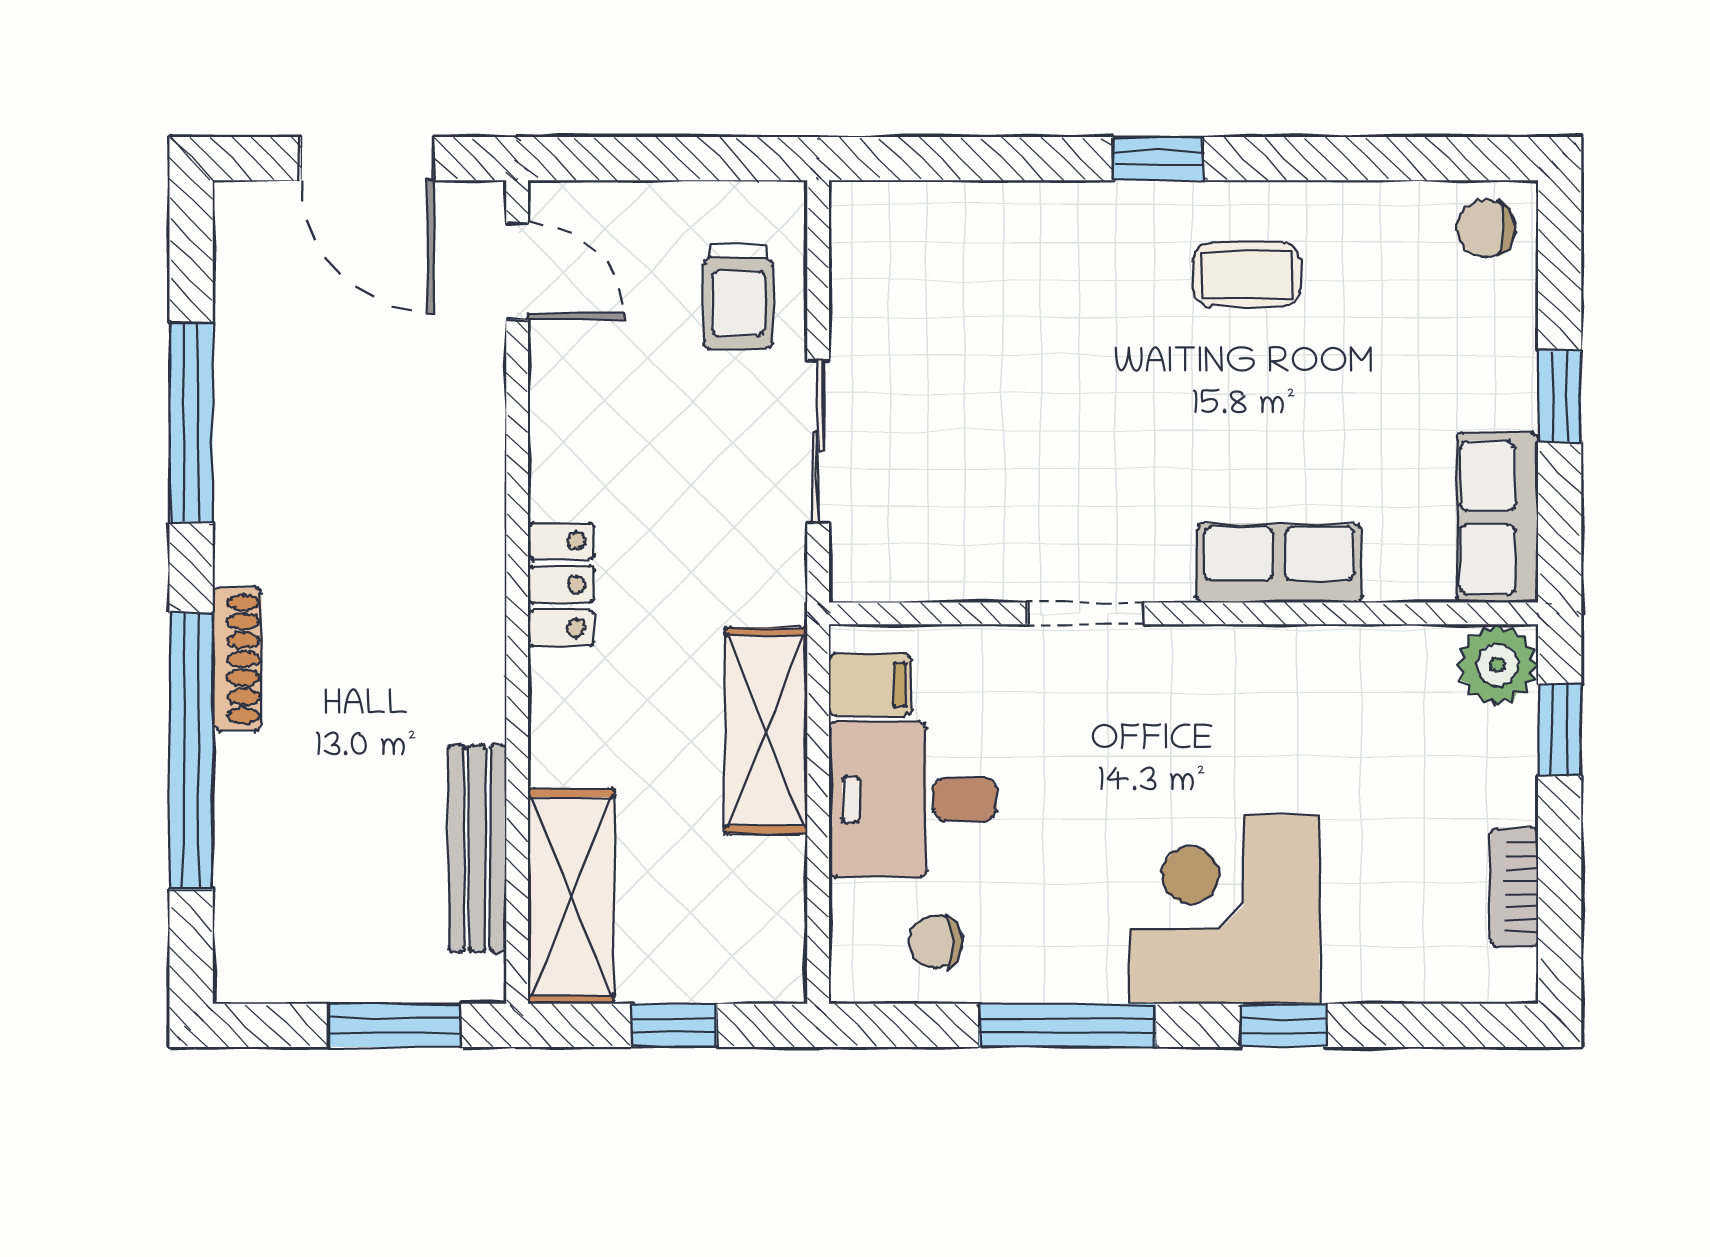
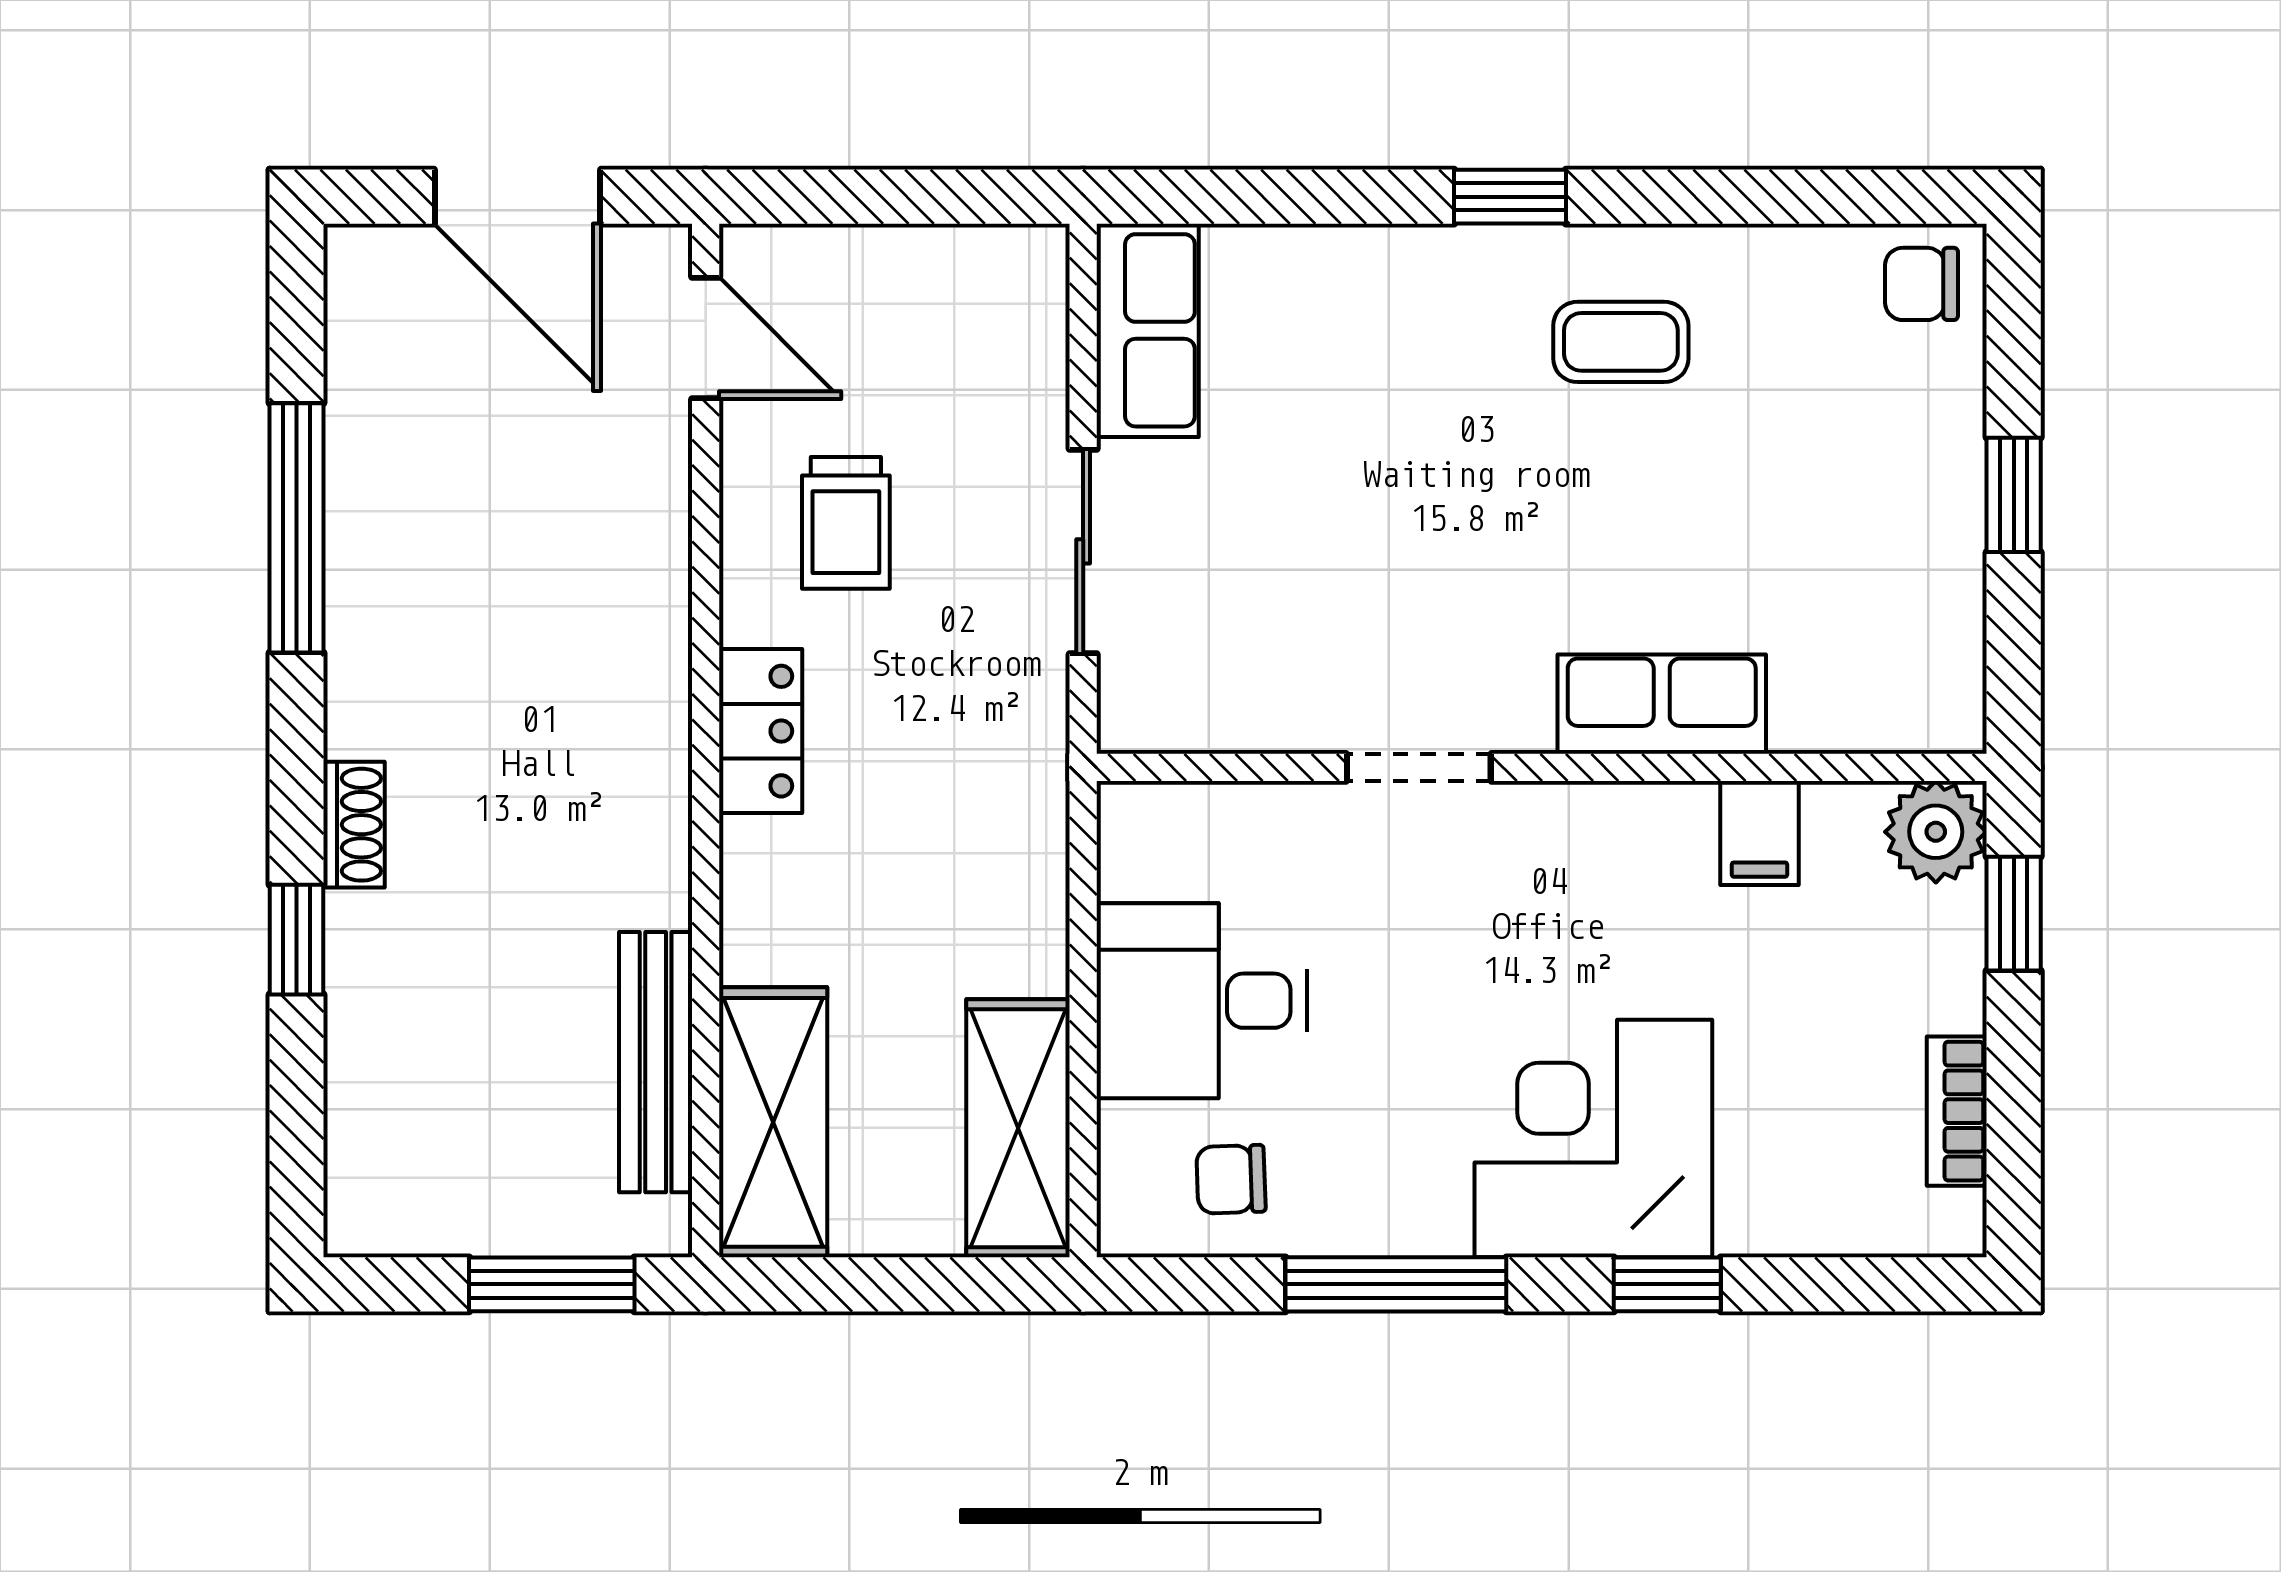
trolley: (738, 296) -> (846, 523), moved
row of seats: (1497, 518) -> (1148, 330), moved, turned 180
shoe rack: (237, 659) -> (354, 825), width x0.70
filing cabinet: (870, 685) -> (1759, 833), moved, turned 90
shelving: (766, 731) -> (1018, 1128), moved
window: (191, 751) -> (297, 940), width x0.32
window: (674, 1025) -> (903, 1284), removed

